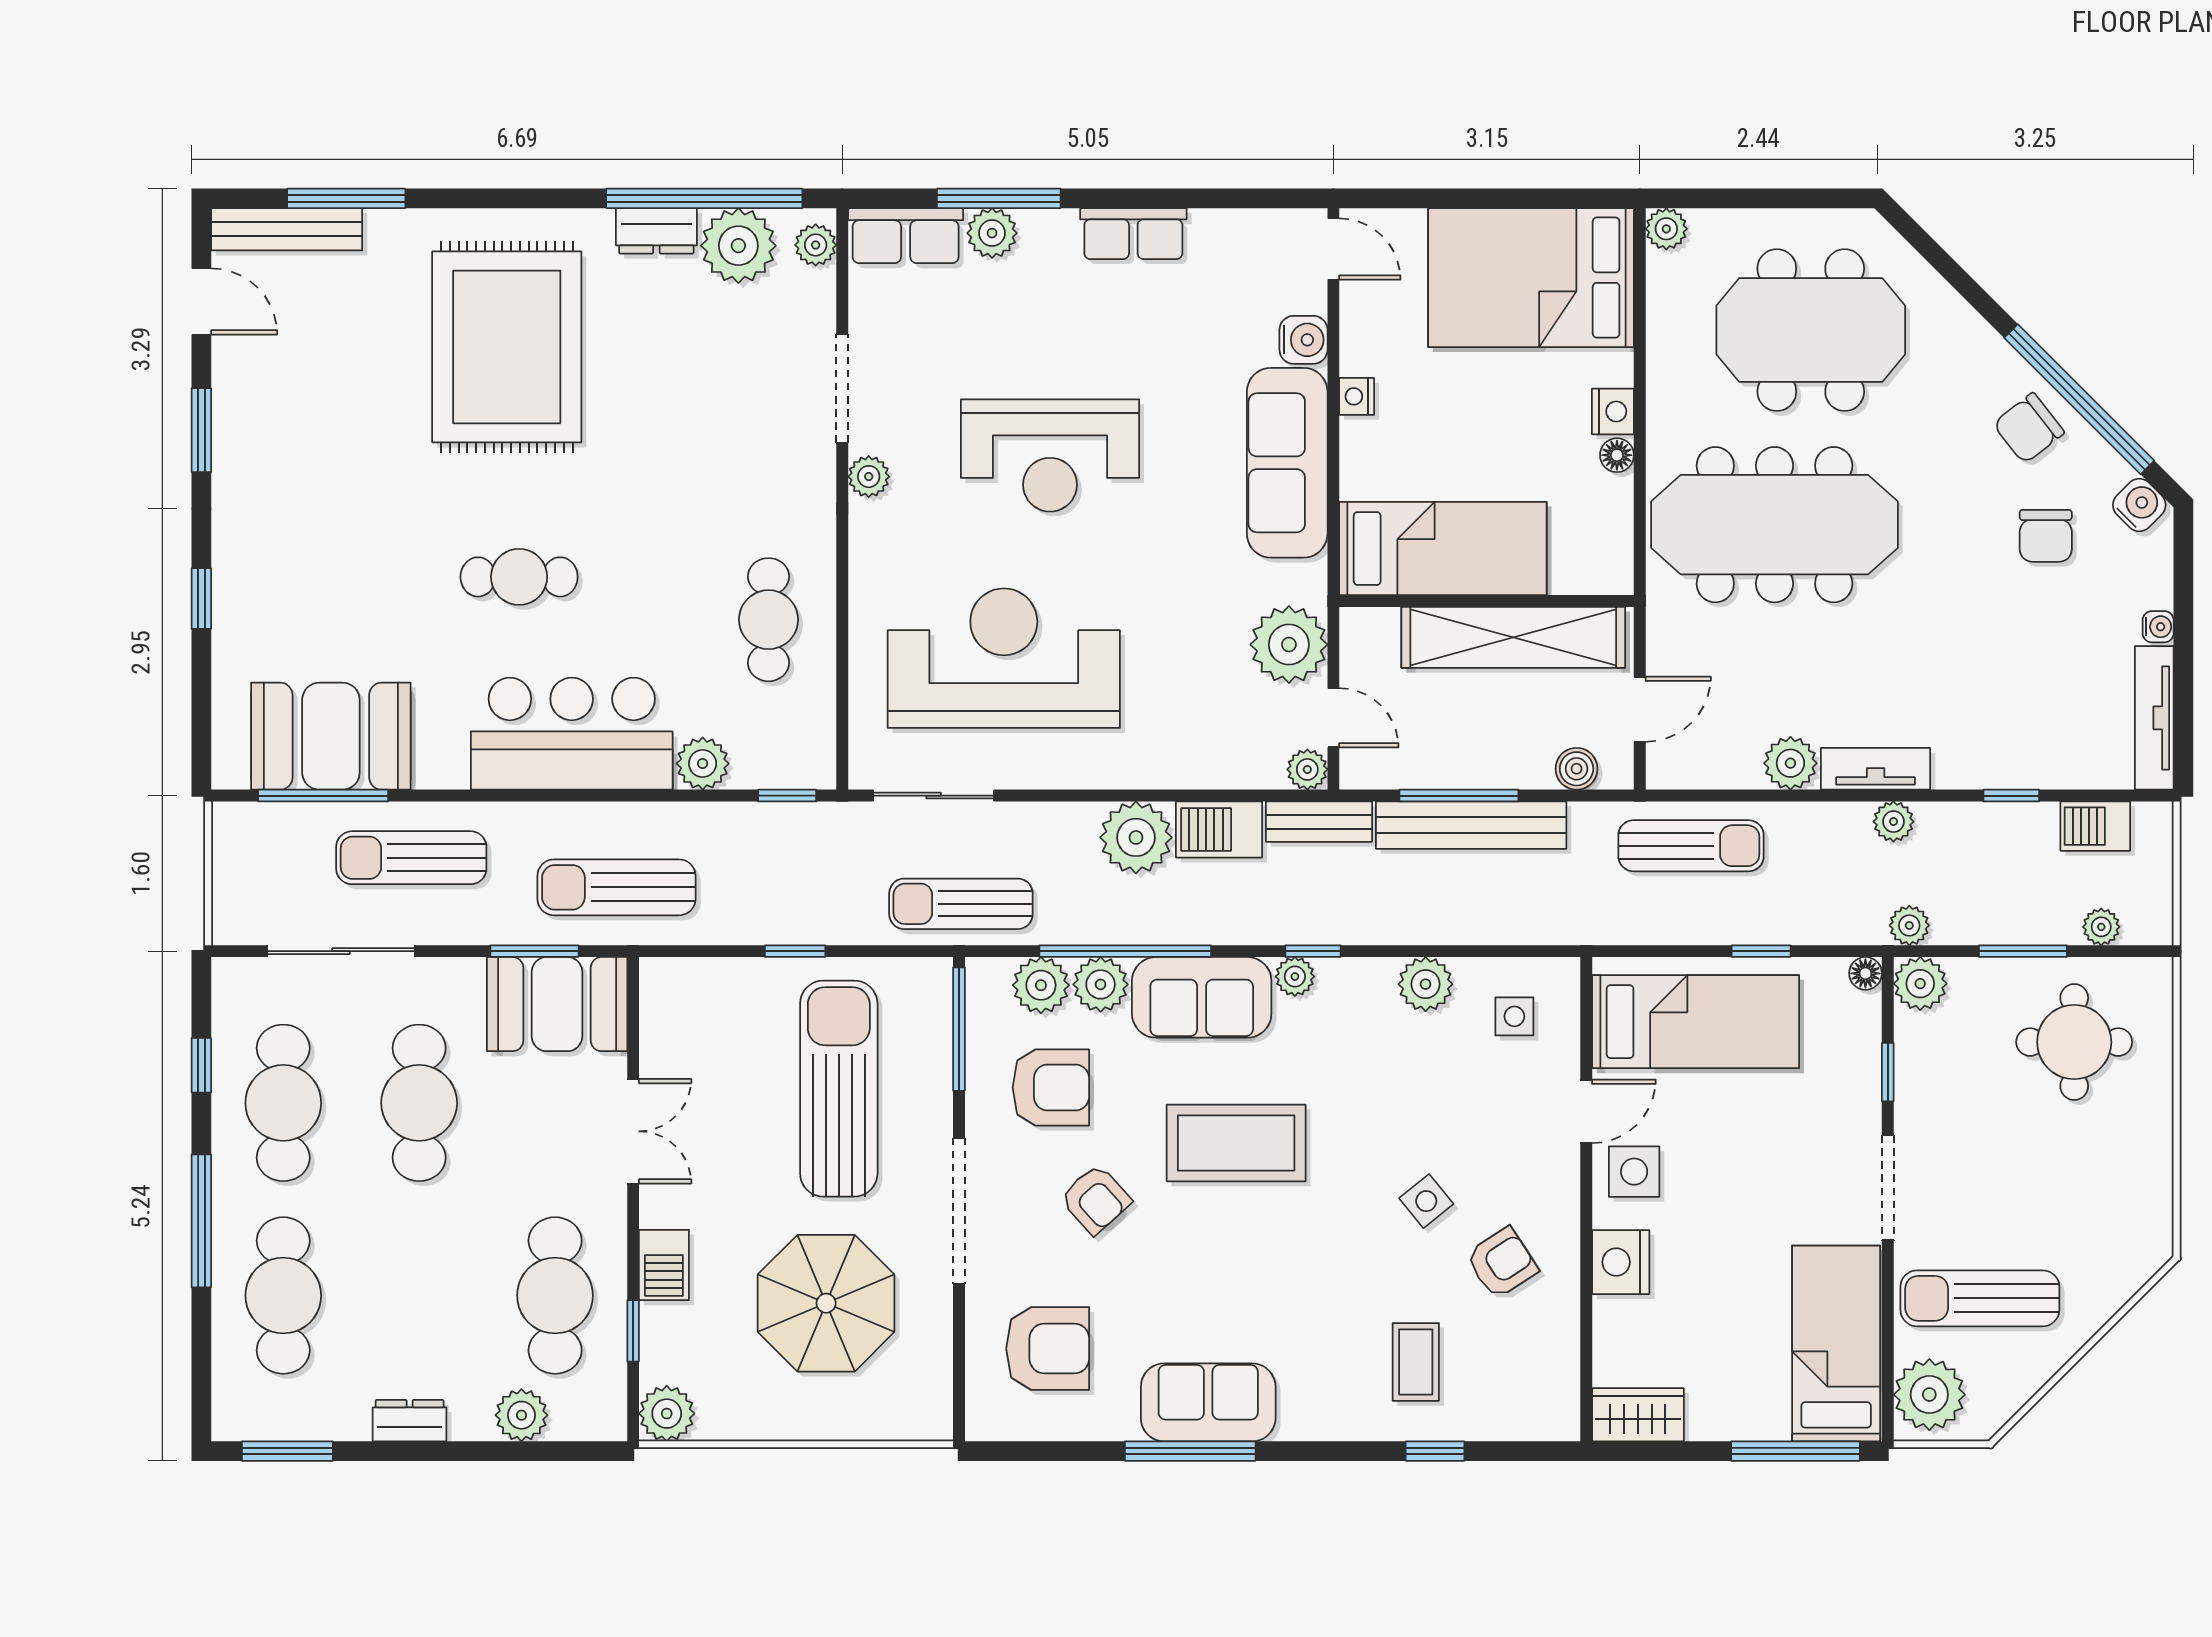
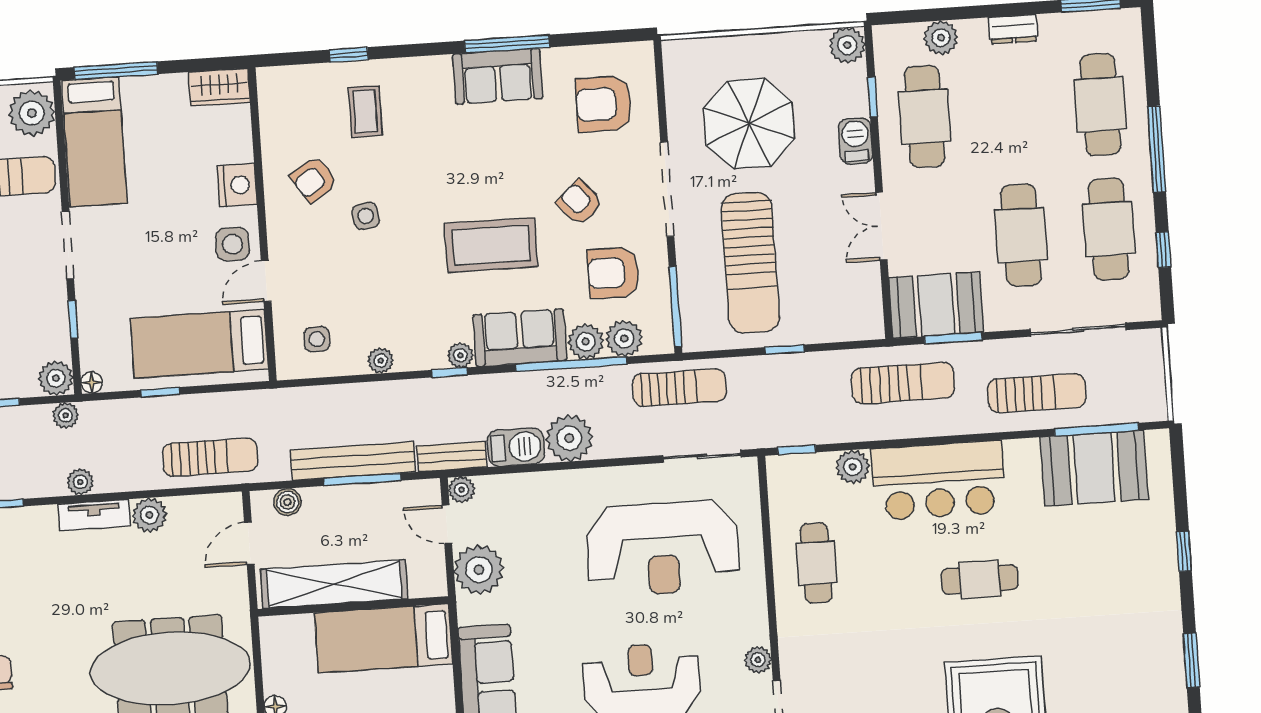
sun lounger: (1691, 846) -> (210, 457), turned 180
plant: (1426, 984) -> (381, 361), width x0.73, depth x0.73
side table: (1426, 1201) -> (366, 216), turned 30

